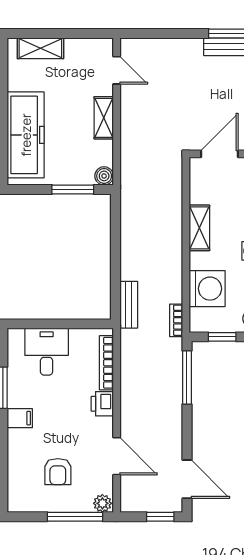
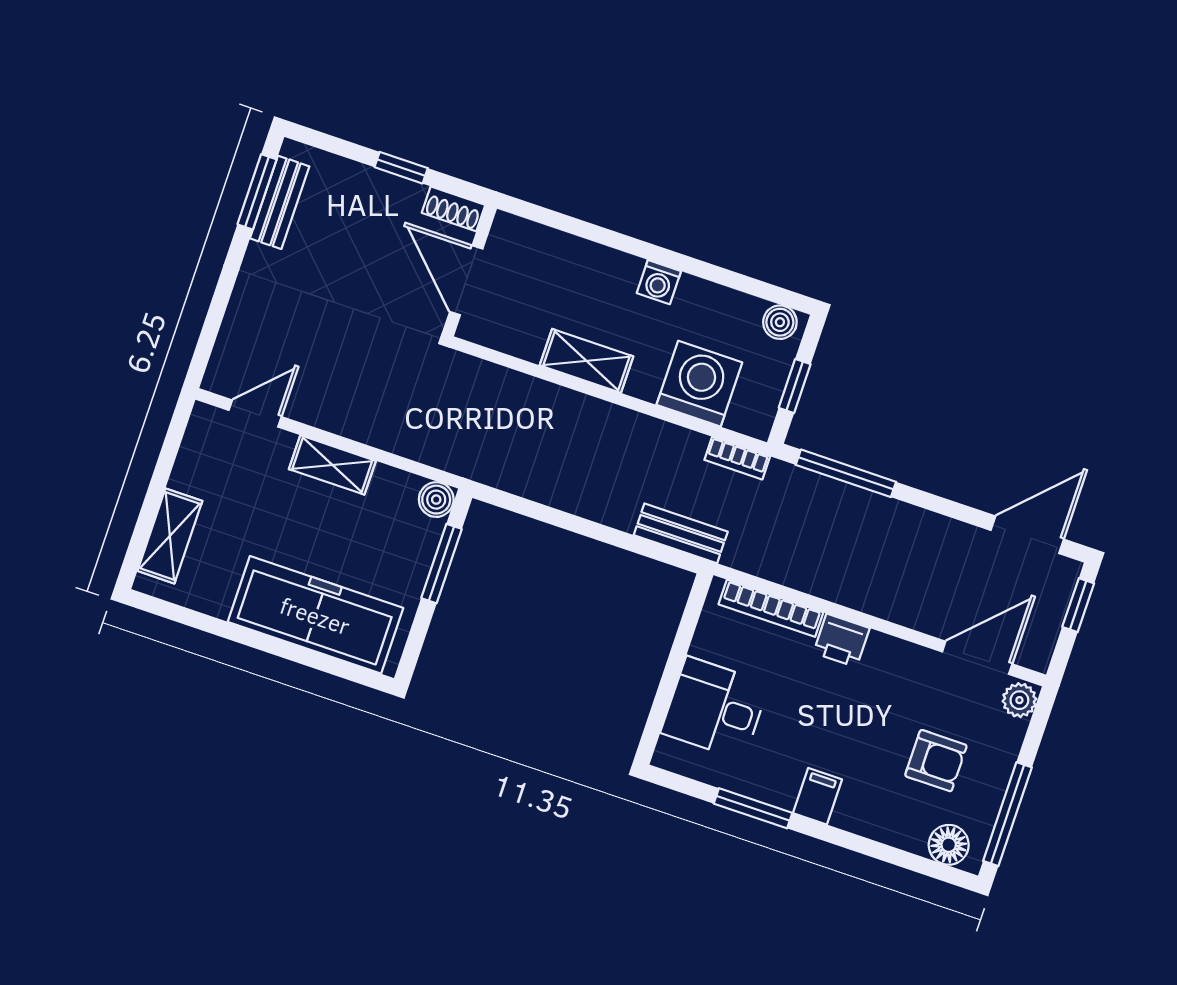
door: (117, 456) -> (977, 658), moved
floor lamp: (18, 492) -> (949, 845), added
window: (75, 517) -> (1007, 814), moved

